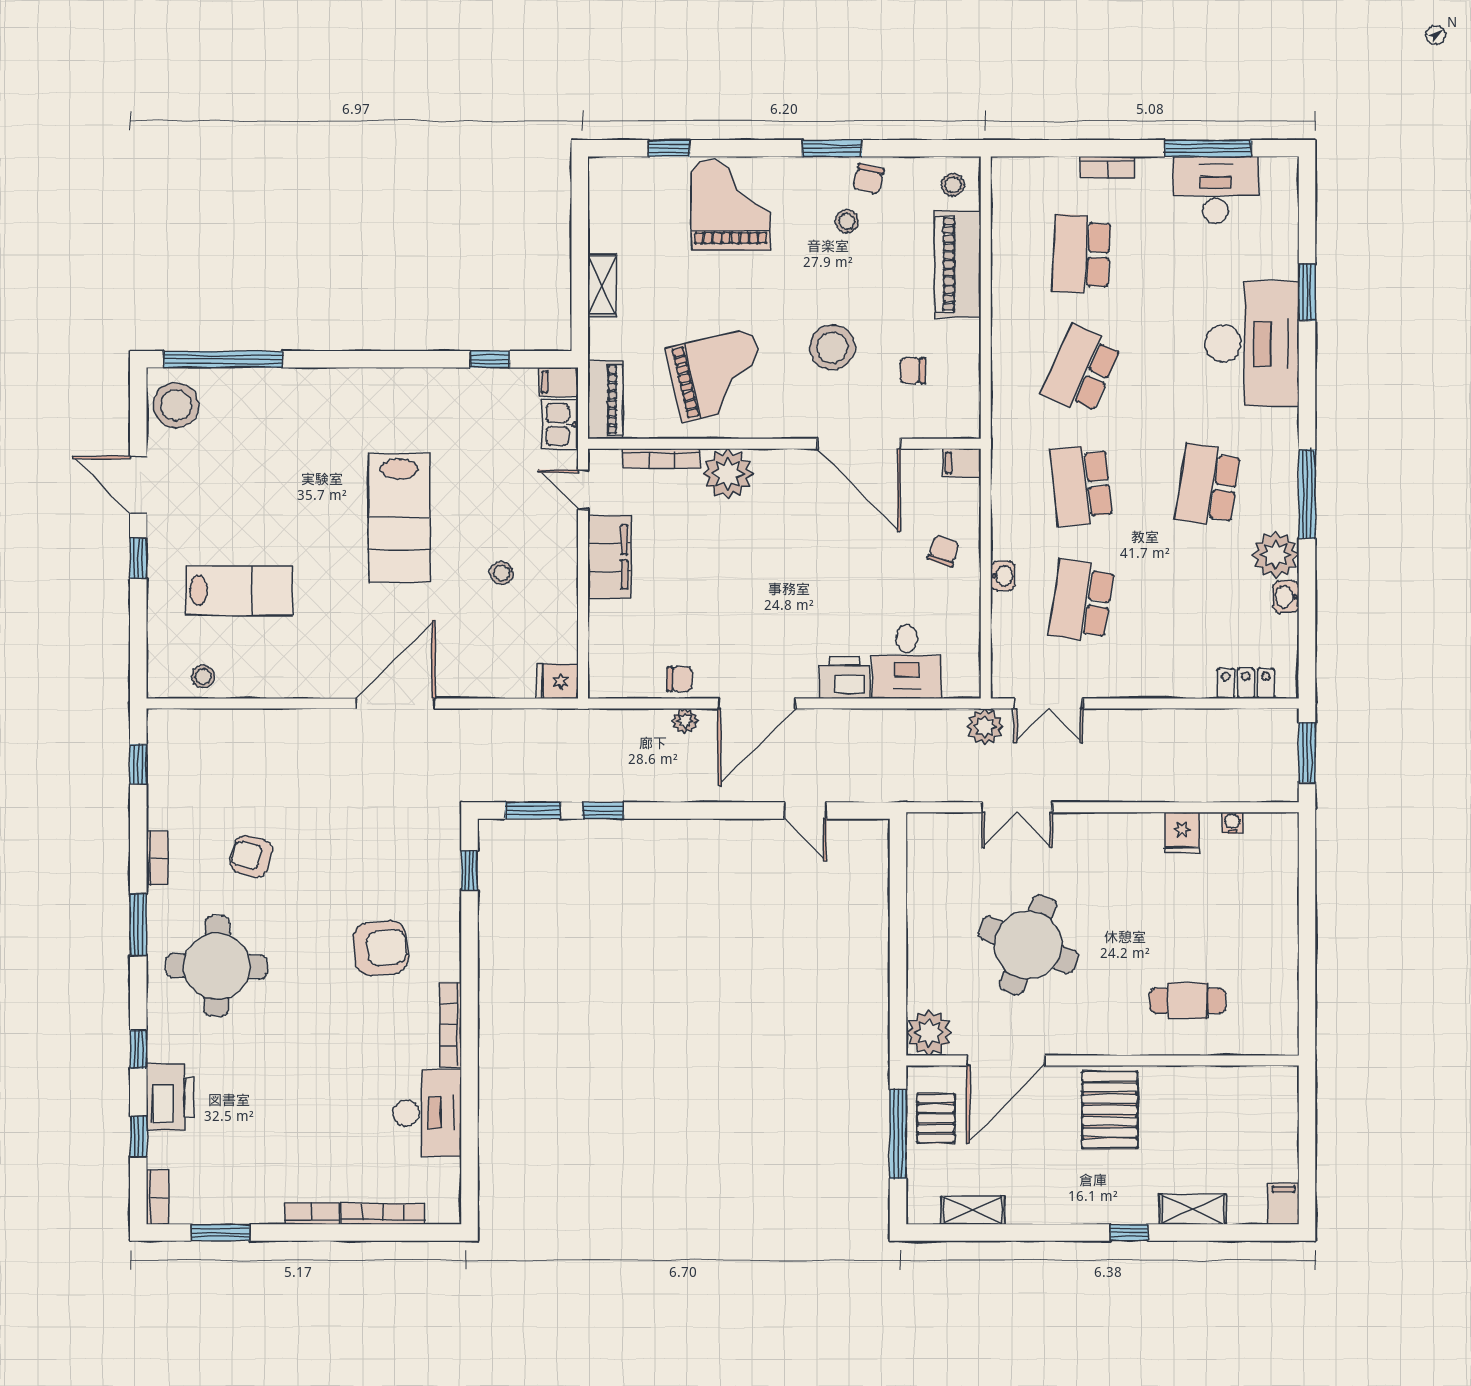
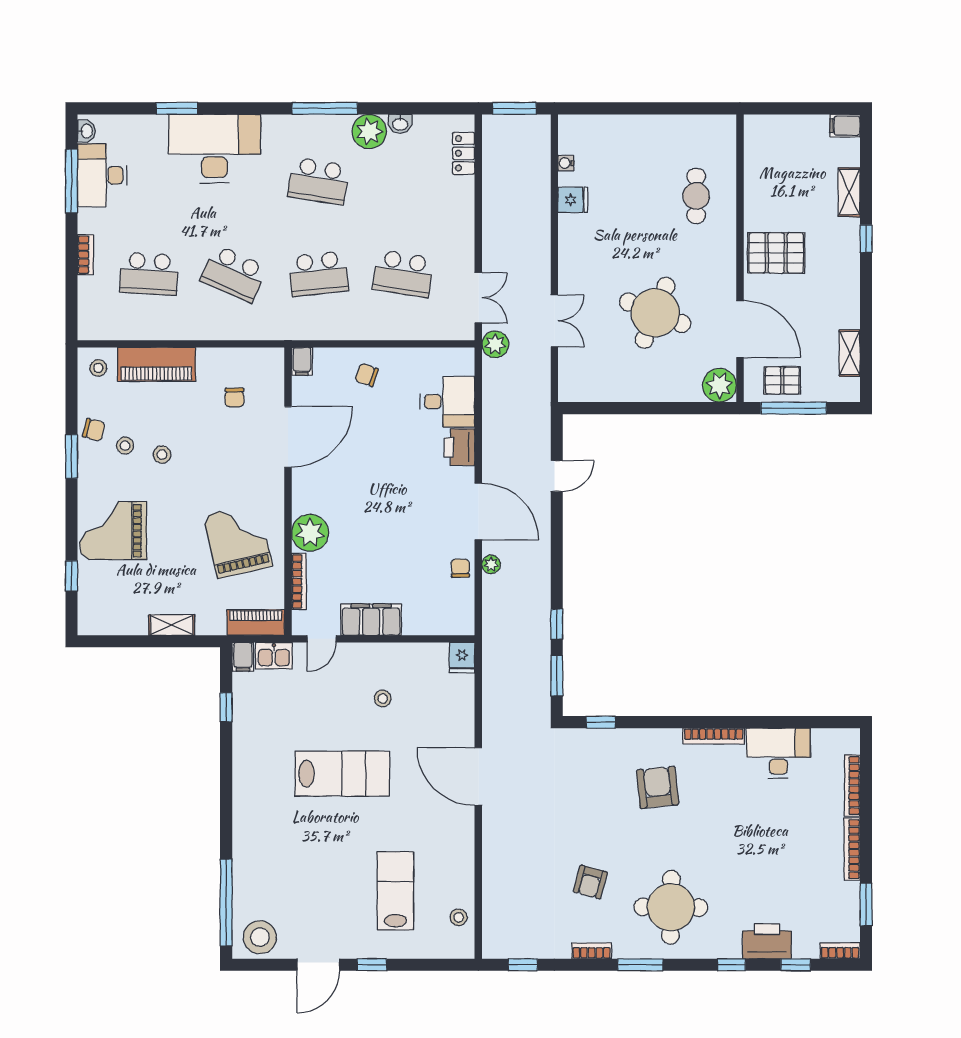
stool: (832, 347) -> (162, 455), moved, width x0.53, depth x0.53
washbasin: (1003, 576) -> (86, 131), moved, turned 90
bookcase: (311, 1214) -> (852, 849), width x1.56

